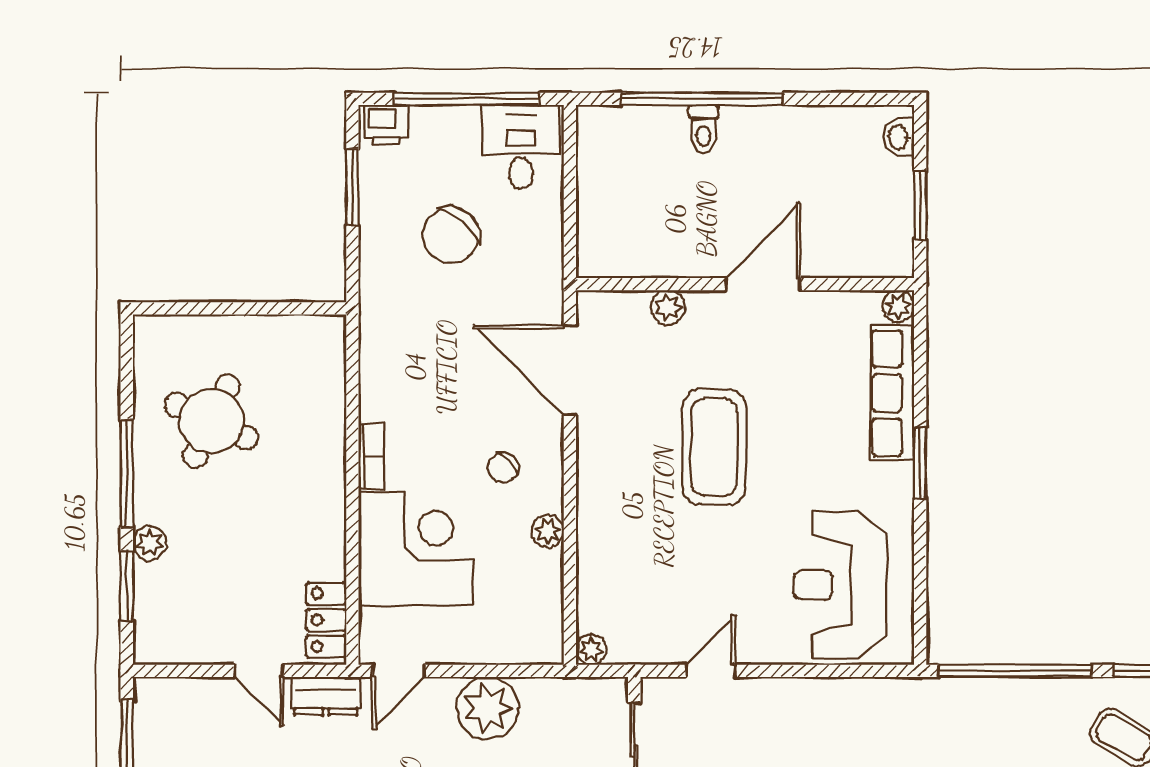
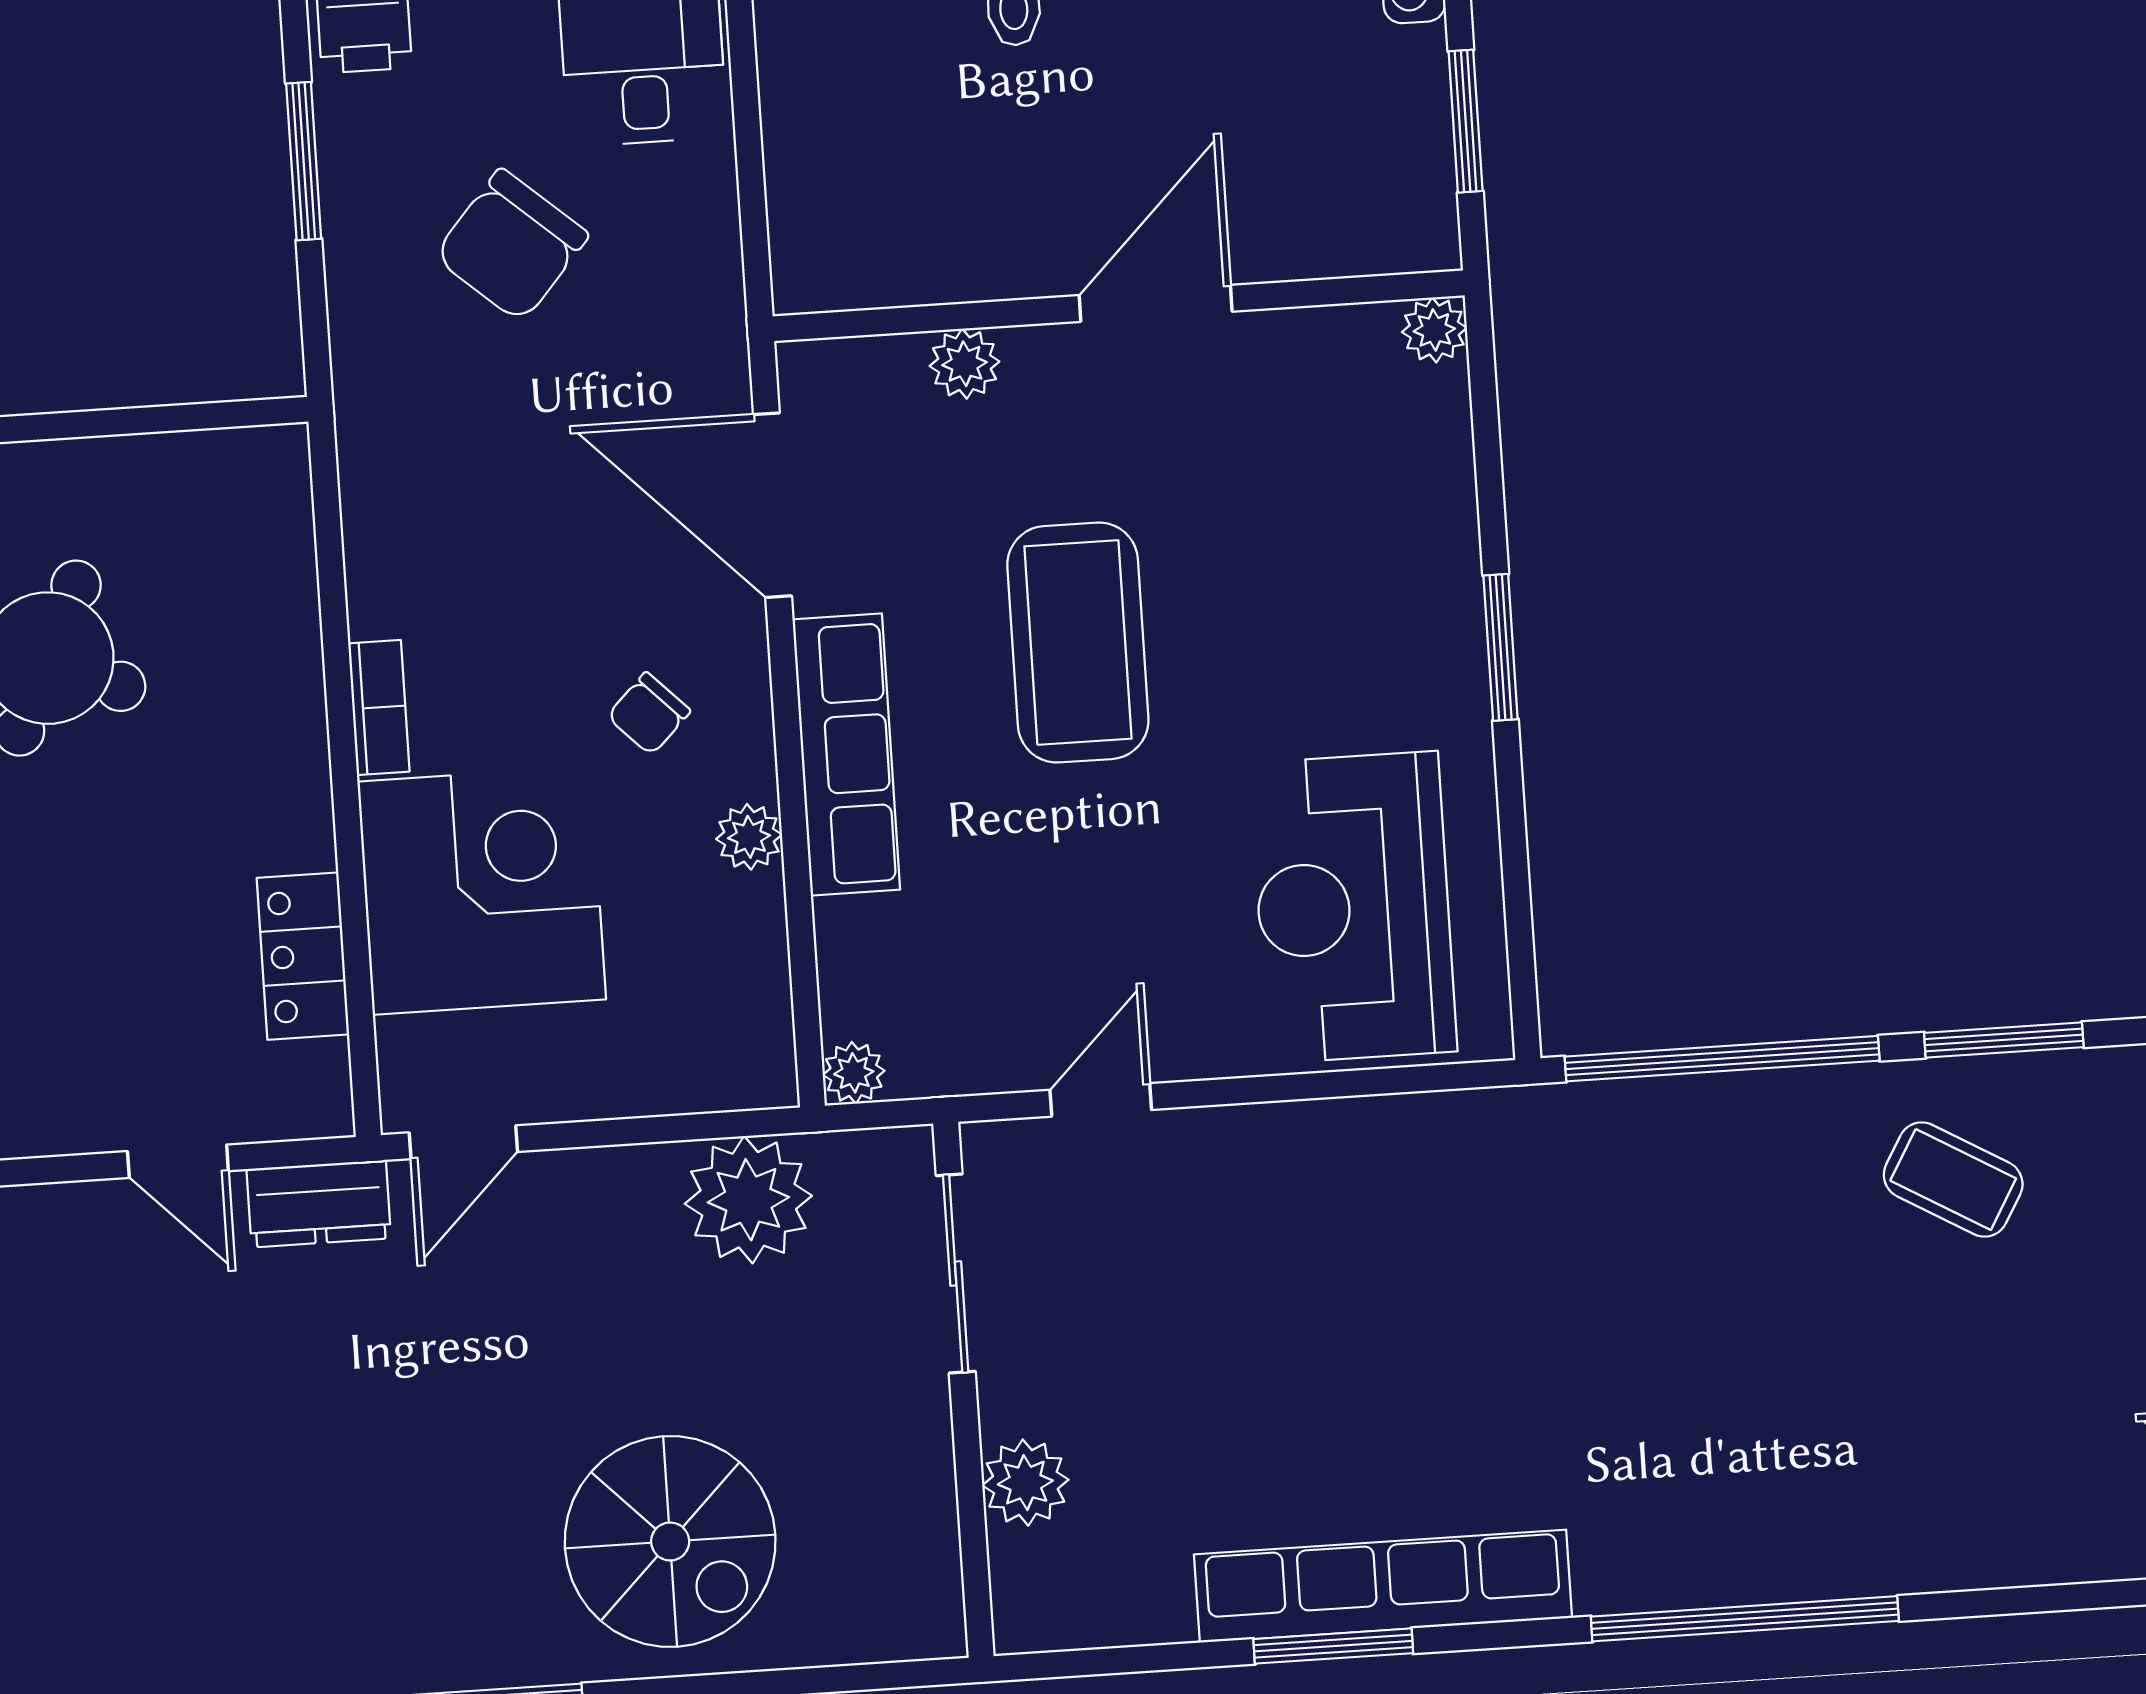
row of seats: (892, 393) -> (846, 754), moved, turned 180
locker: (326, 620) -> (303, 956), moved
plant: (488, 708) -> (748, 1200), moved

